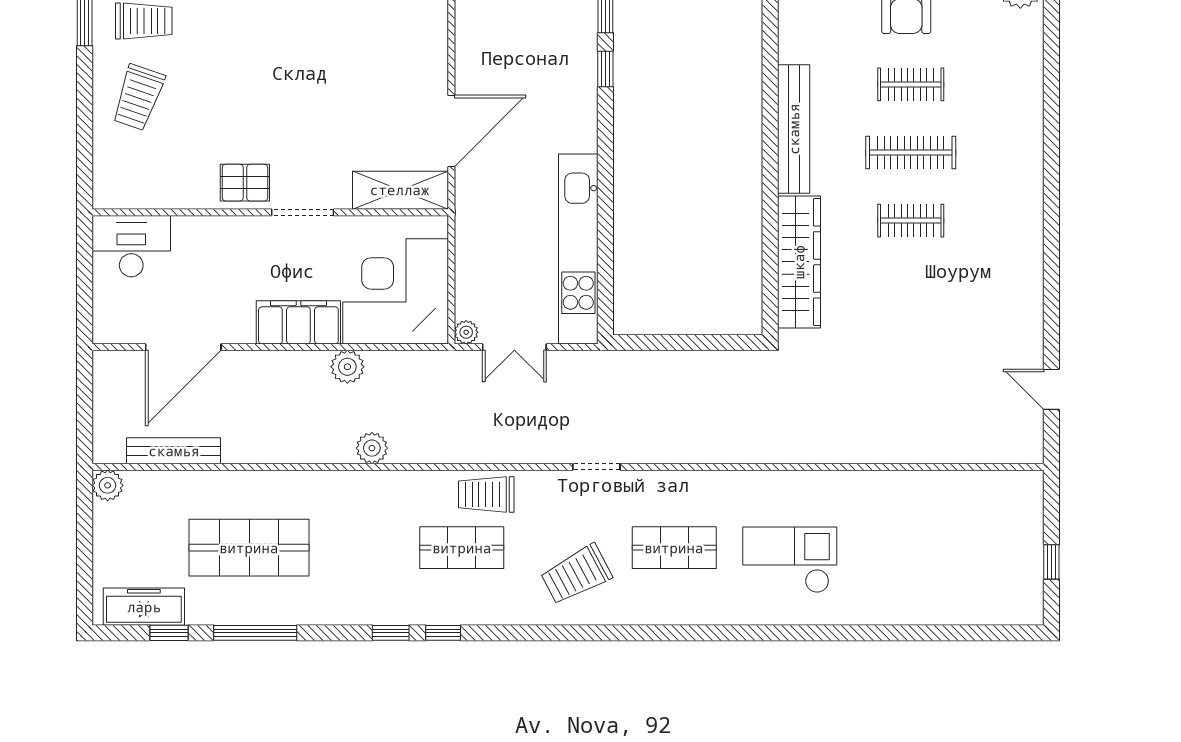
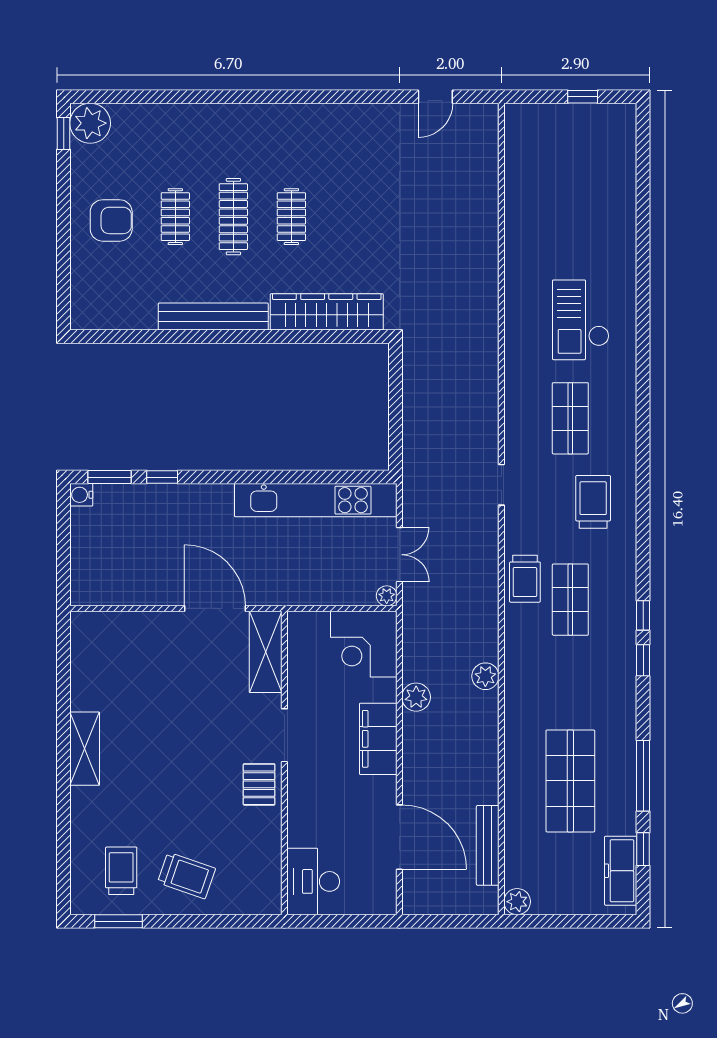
corner desk: (396, 291) -> (364, 644), width x0.74, depth x0.74
trolley: (576, 574) -> (593, 502), turned -152

